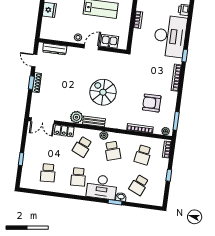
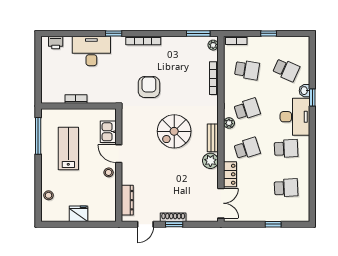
desk: (170, 36) -> (91, 51), width x0.73, depth x0.77
armchair: (152, 103) -> (149, 87), moved, turned 180
school desk: (82, 147) -> (247, 148), turned -42

